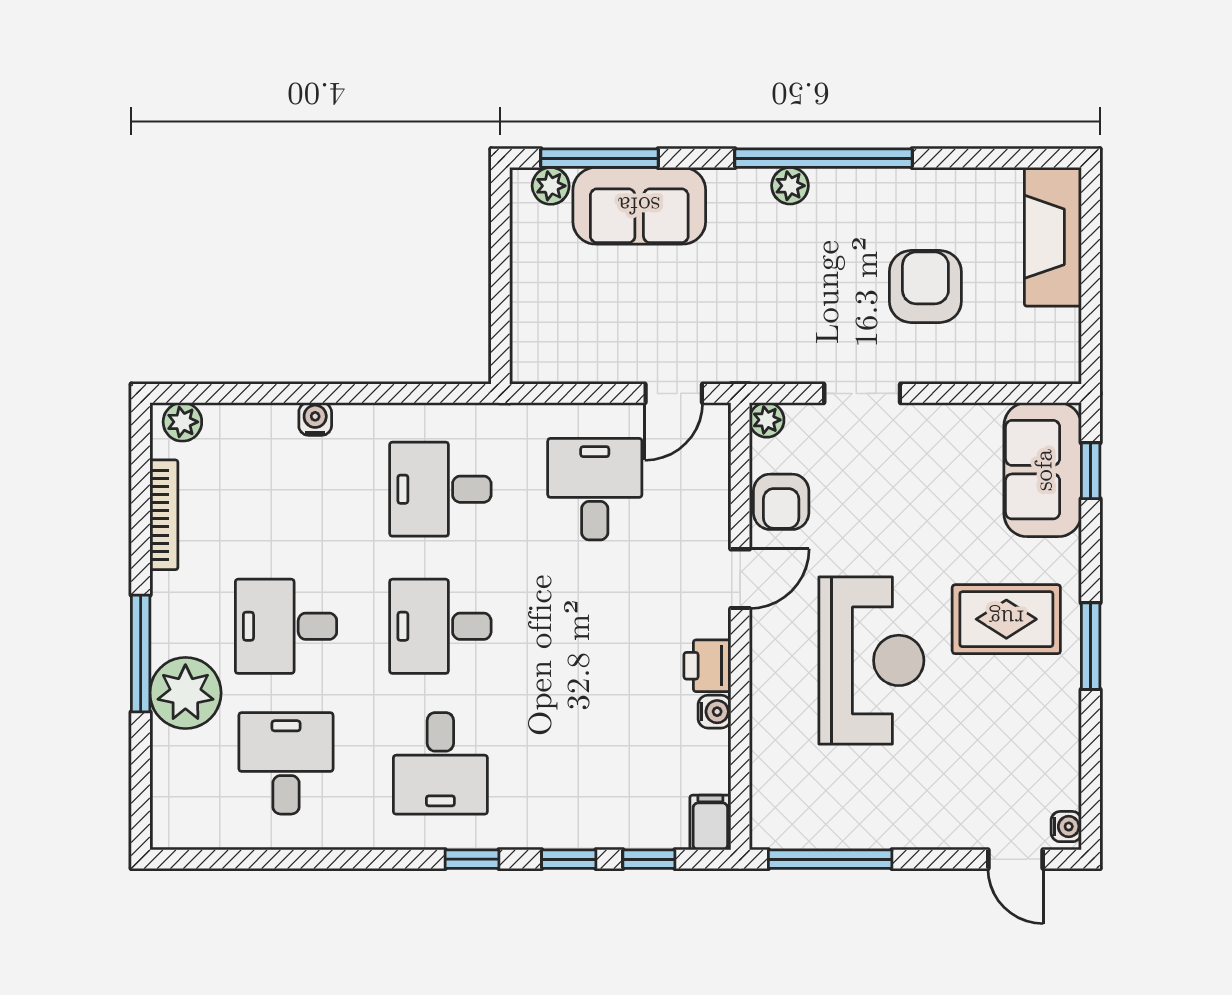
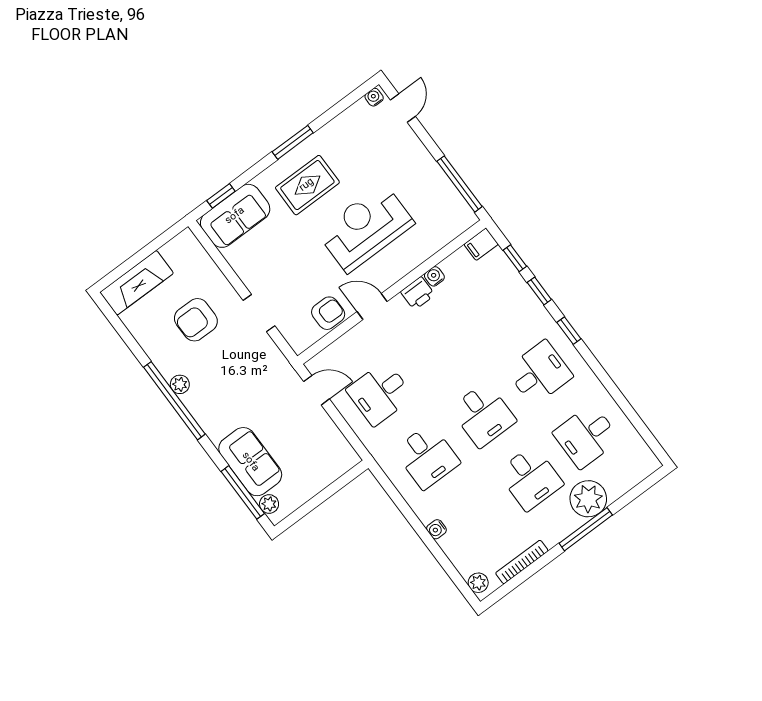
plant: (790, 186) -> (180, 384), moved
plant: (767, 420) -> (299, 344), removed
rug: (1006, 619) -> (307, 185), turned 90

